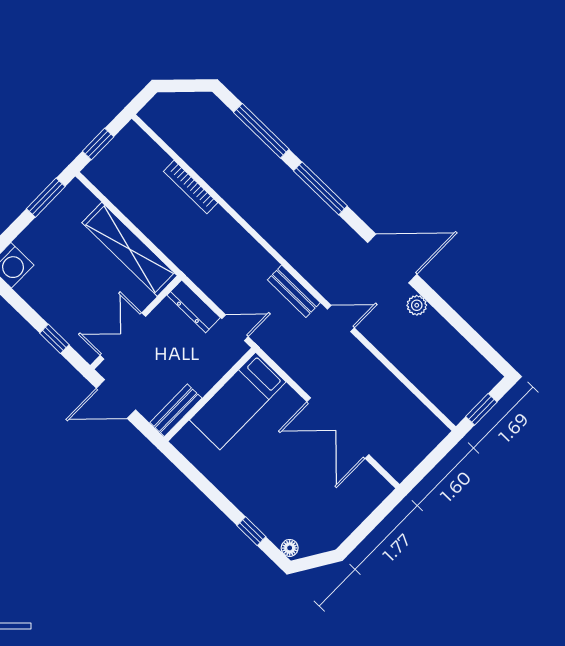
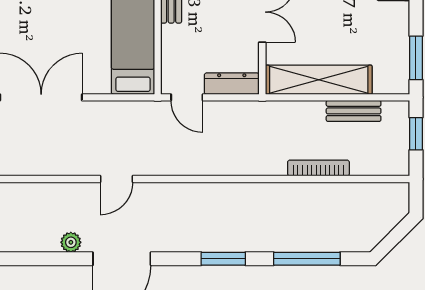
window: (320, 188) -> (223, 259), width x0.69
bench: (294, 291) -> (354, 111), moved
door: (235, 328) -> (187, 97), hinge flipped

